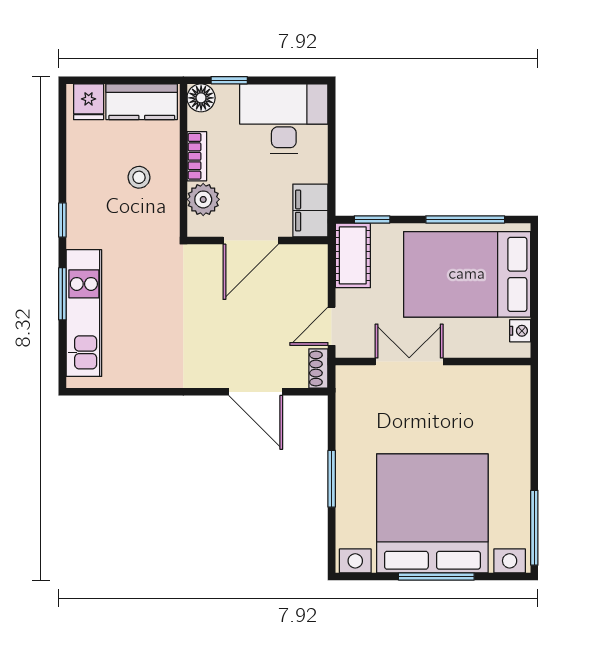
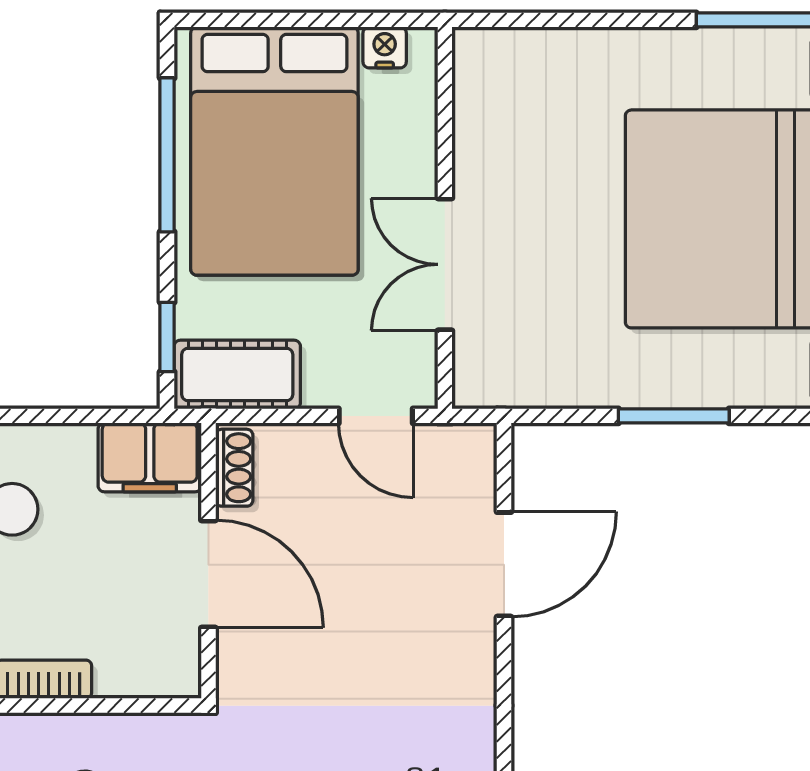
plant: (203, 199) -> (128, 667), removed
shoe rack: (318, 369) -> (234, 468), moved, turned -90

